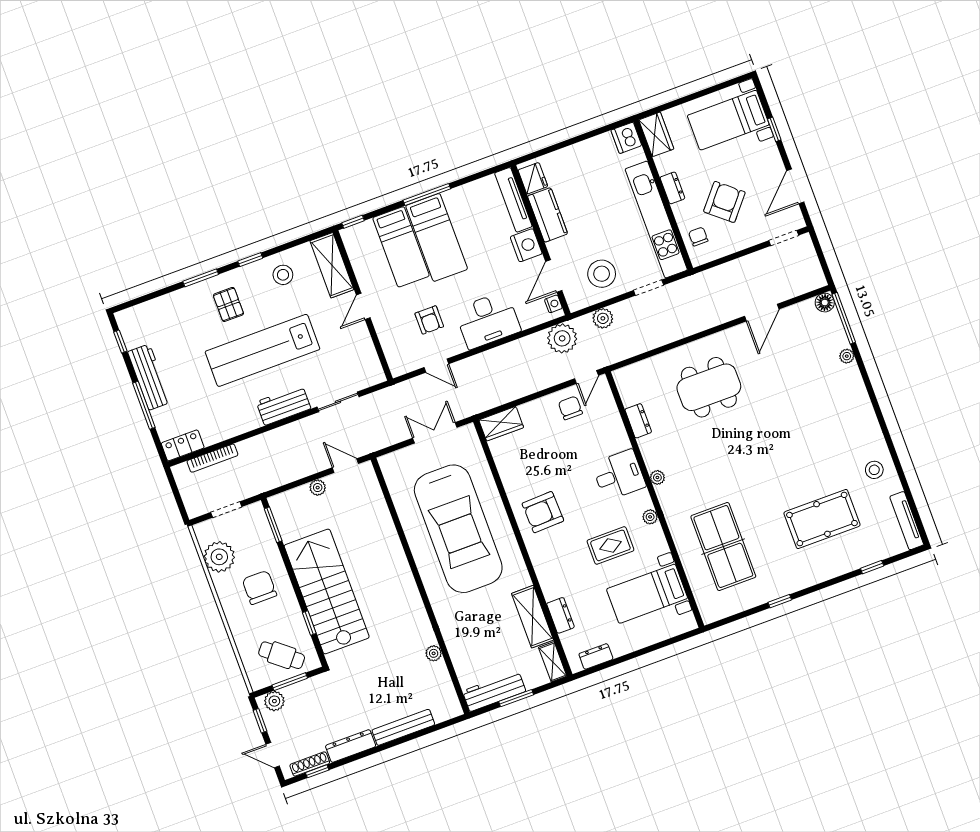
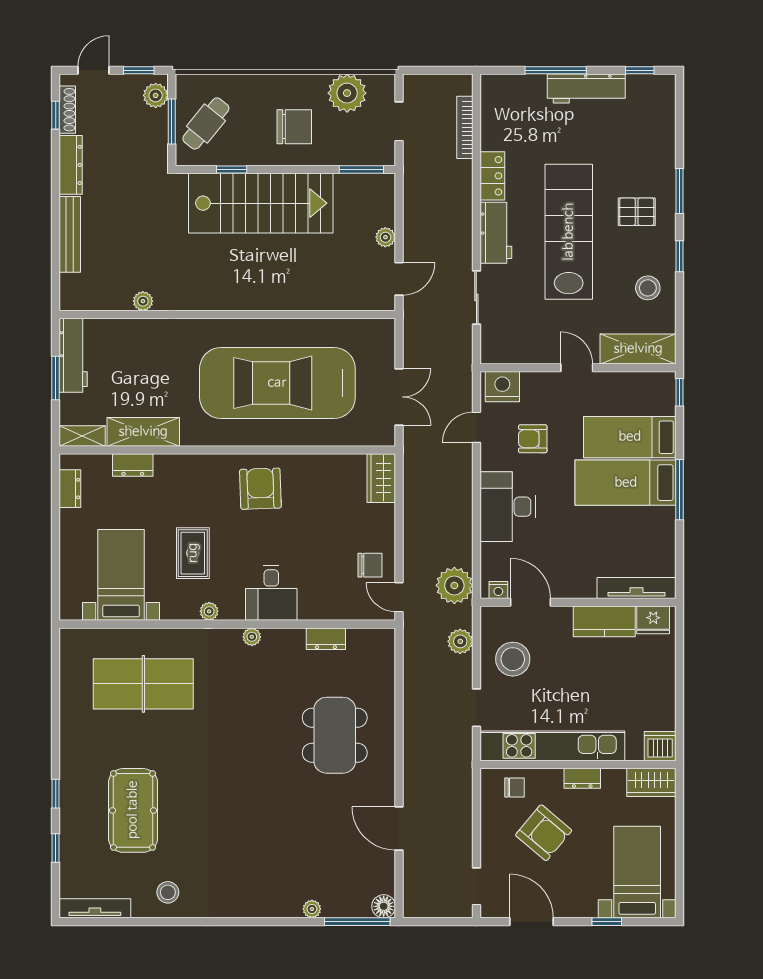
nightstand: (526, 245) -> (502, 387), moved, turned 180
locker: (183, 445) -> (492, 176), moved
window: (780, 601) -> (56, 794), moved

